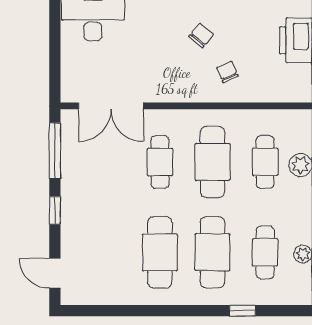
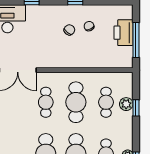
chair: (227, 72) -> (89, 26), moved

